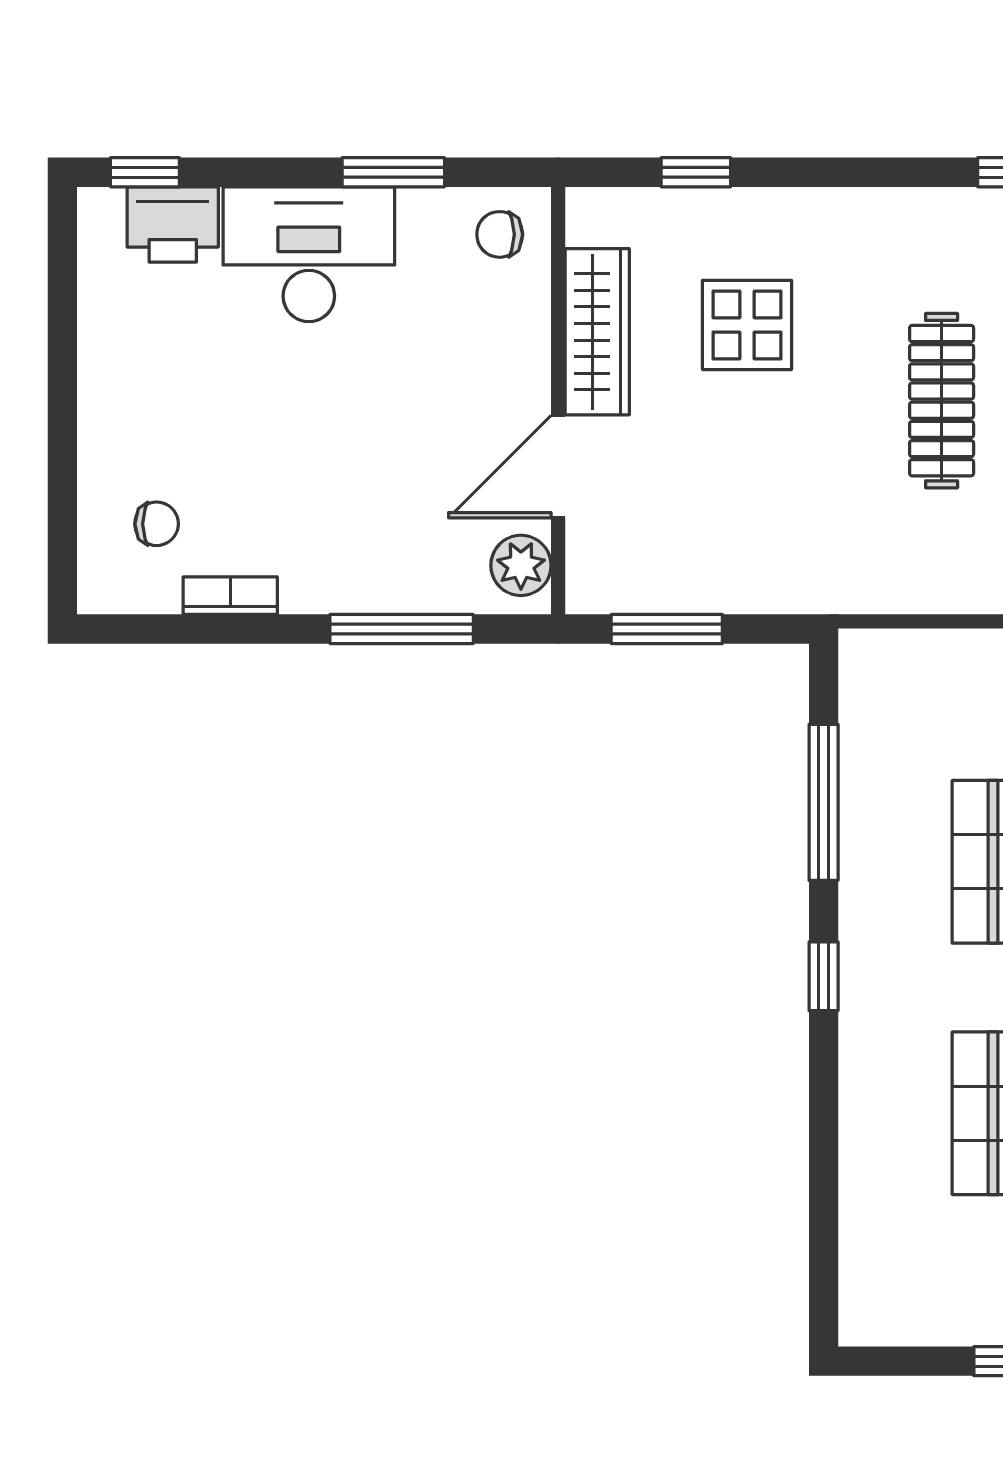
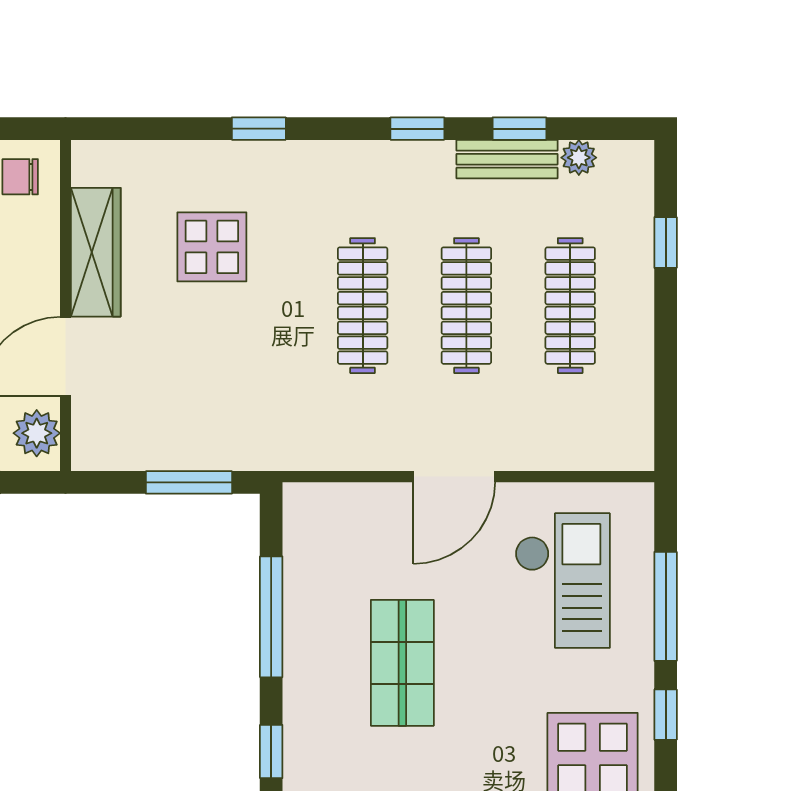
window: (696, 172) -> (259, 129), moved
window: (667, 629) -> (189, 482), moved

